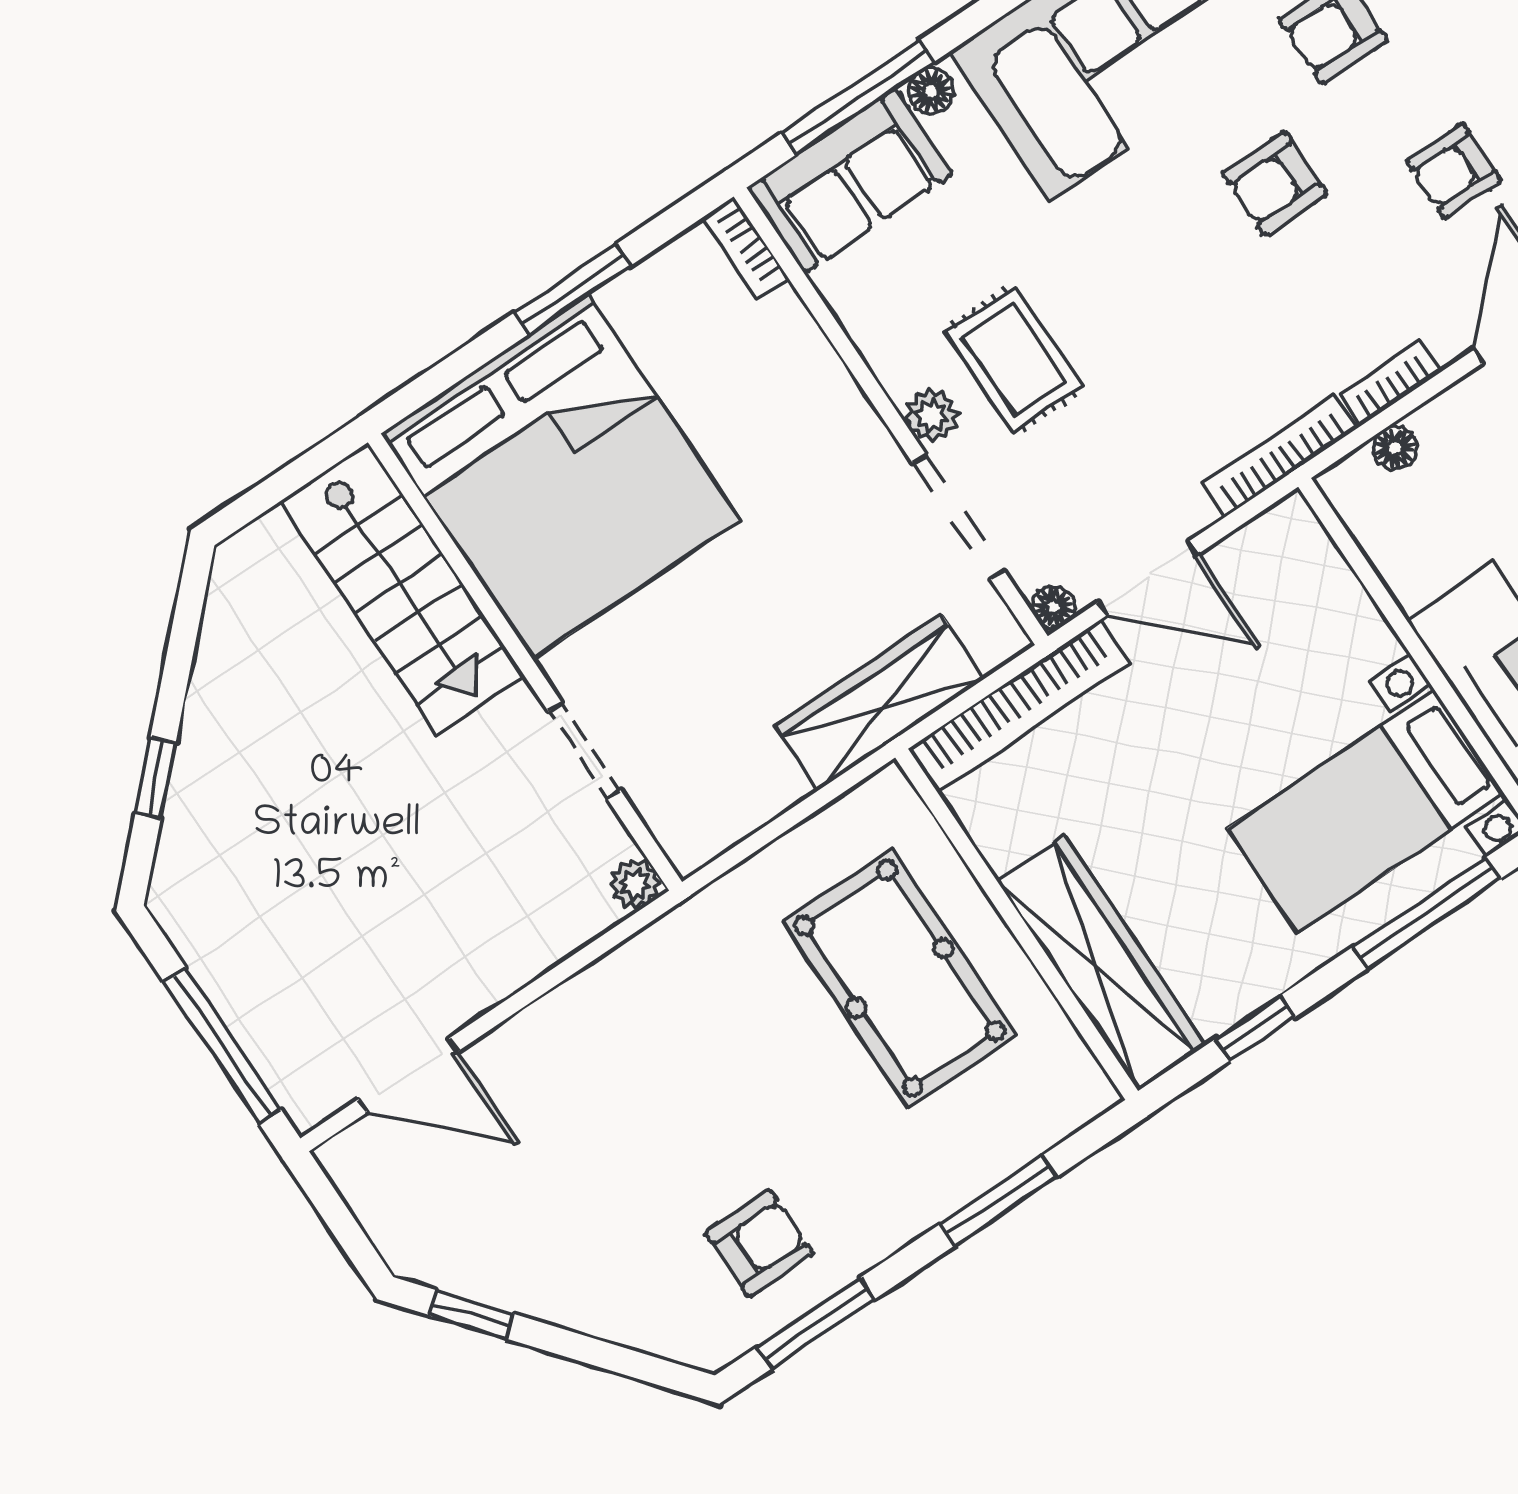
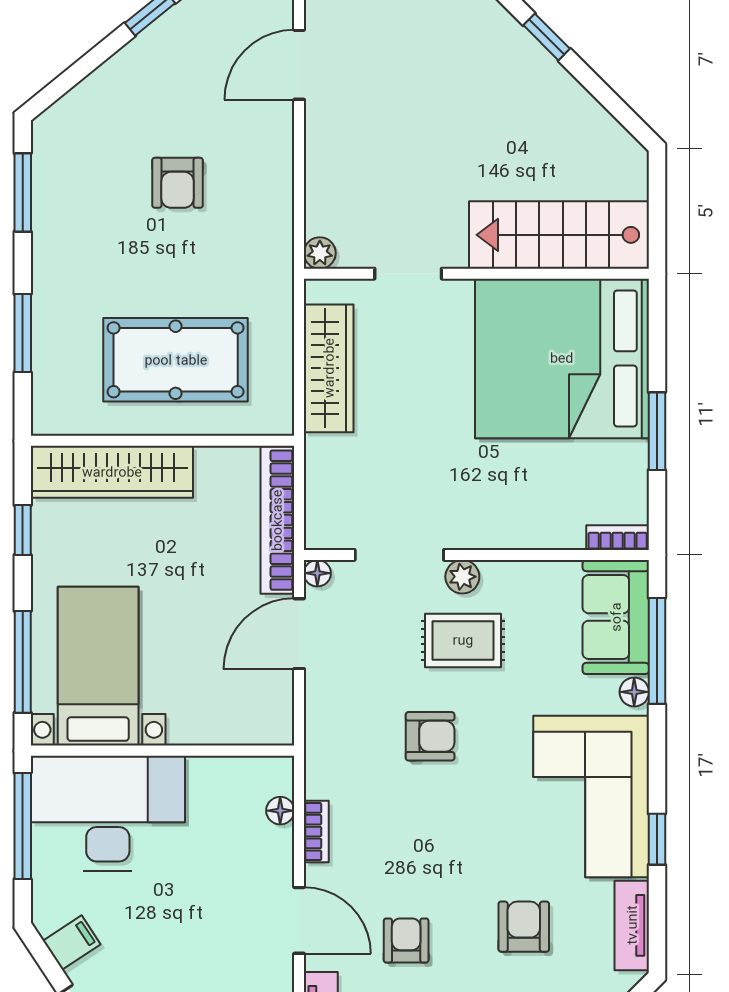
armchair: (1275, 184) -> (430, 736), moved, turned 90
bookcase: (1280, 456) -> (317, 747), removed
wardrobe: (880, 702) -> (329, 368), moved
armchair: (759, 1243) -> (178, 183), moved

